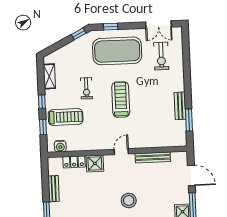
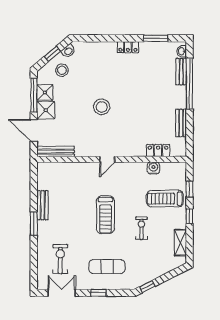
window: (111, 27) -> (99, 293), moved
exercise mat: (117, 51) -> (107, 267), width x0.50, depth x0.69
window: (189, 120) -> (34, 224), moved
water cooler: (60, 146) -> (153, 168), moved
bench: (153, 158) -> (56, 151), moved
shower: (95, 163) -> (46, 110), moved

